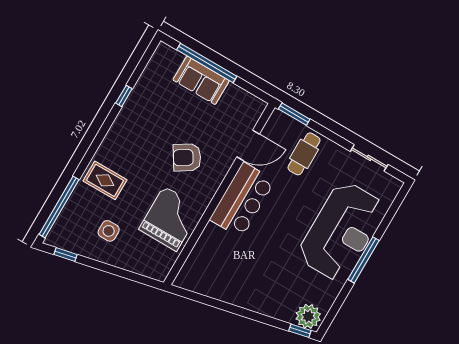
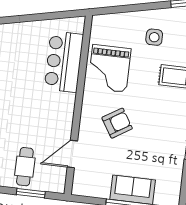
window: (294, 114) -> (31, 193), moved
bar counter: (242, 200) -> (64, 62), moved

